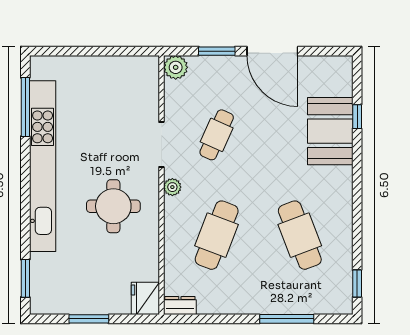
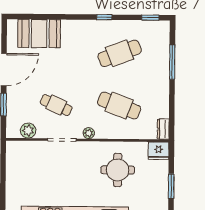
plant: (176, 67) -> (28, 131), moved
window: (357, 117) -> (104, 17), moved
booth: (330, 131) -> (39, 34), moved
round table: (113, 206) -> (118, 170), moved

